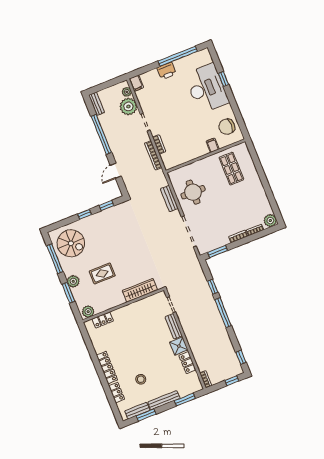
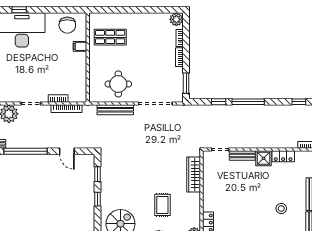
bench: (169, 199) -> (115, 110), width x1.36

